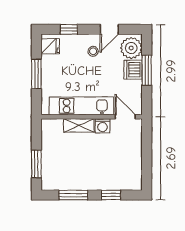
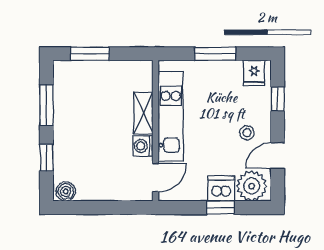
door: (109, 29) -> (278, 155), hinge flipped
window: (147, 70) -> (221, 208), width x0.67
boiler: (135, 181) -> (66, 191), added

